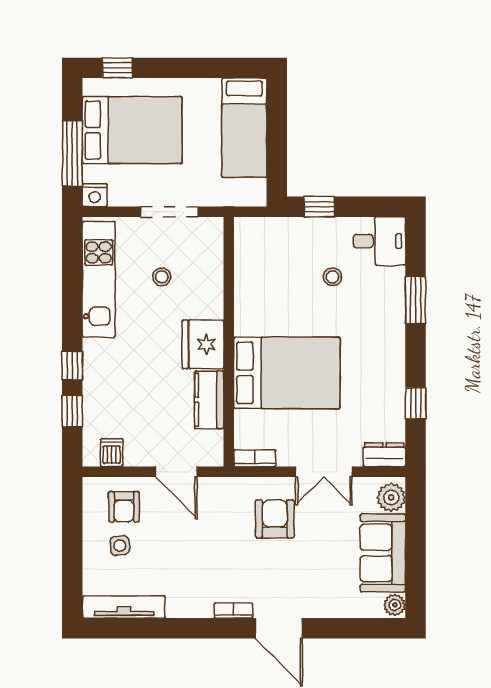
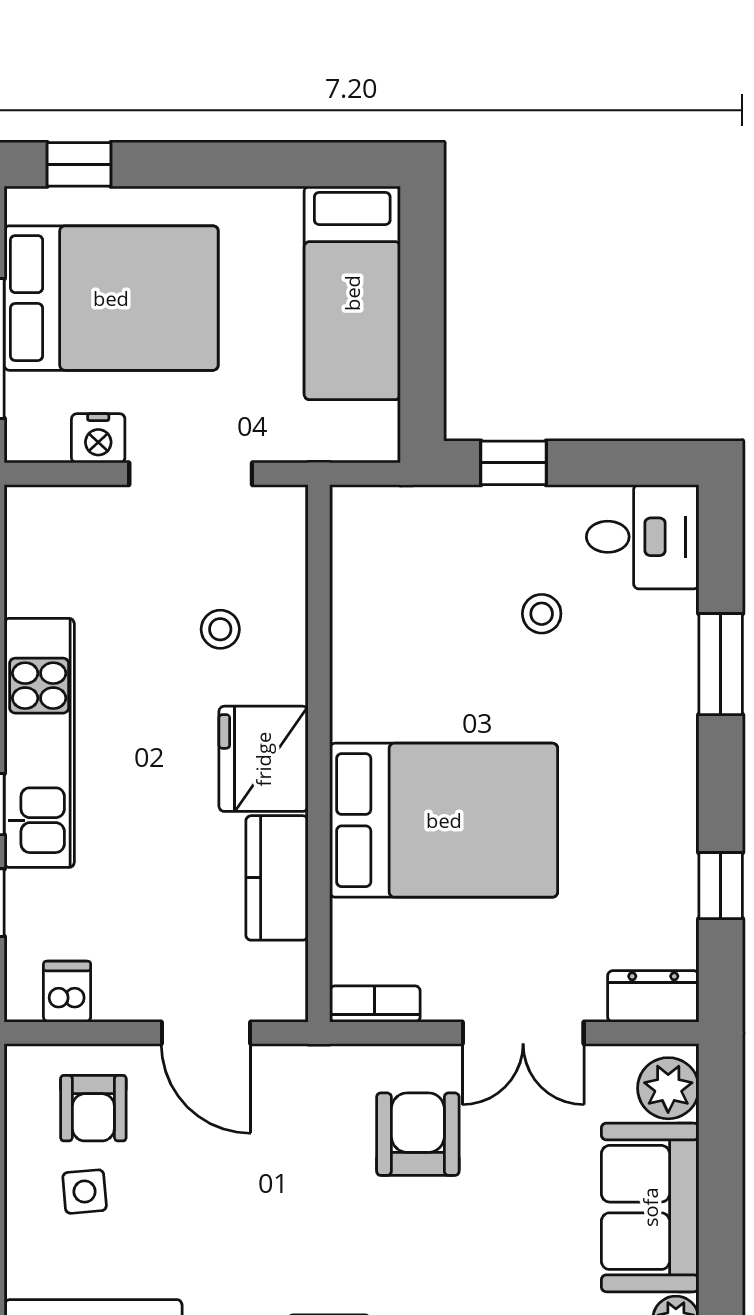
nightstand: (95, 195) -> (98, 438), moved
stool: (162, 277) -> (220, 629), moved
kitchen unit: (99, 279) -> (39, 743), moved

